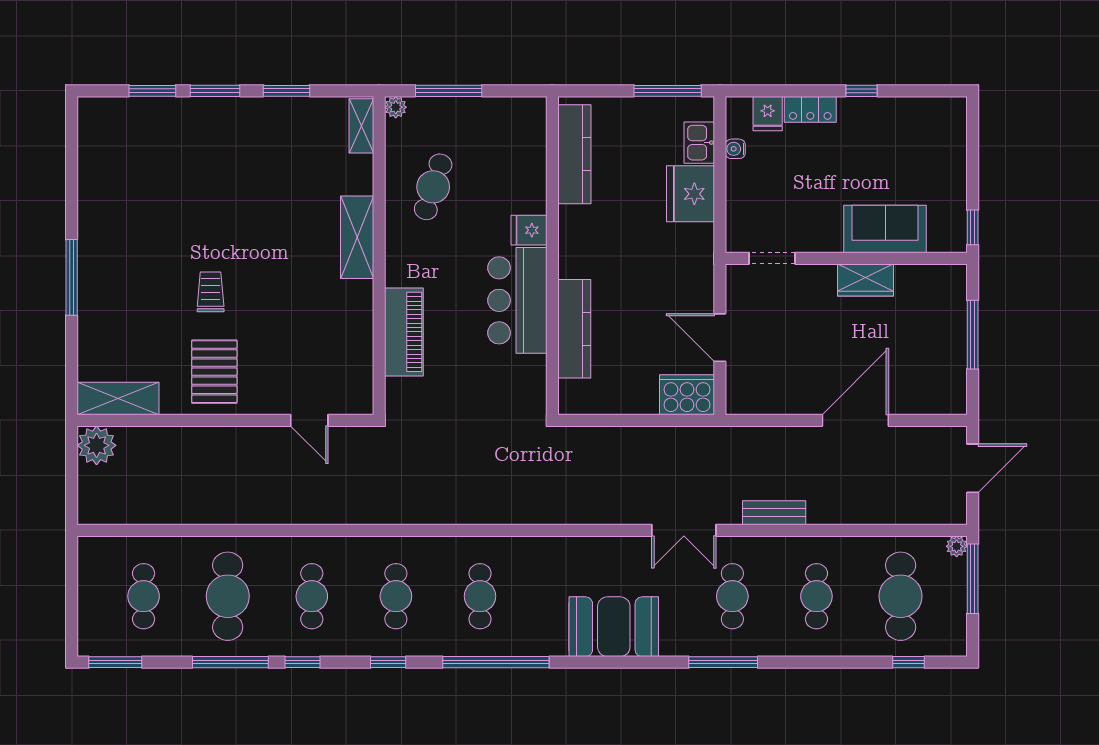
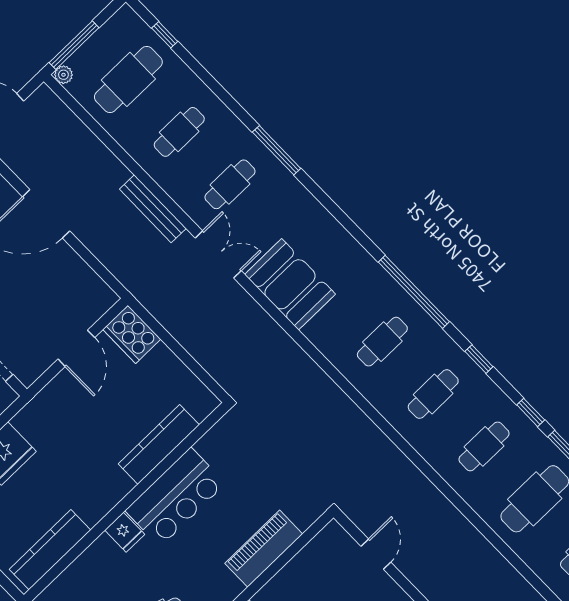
bench: (774, 513) -> (153, 209), width x1.36
booth: (614, 627) -> (290, 284), moved

